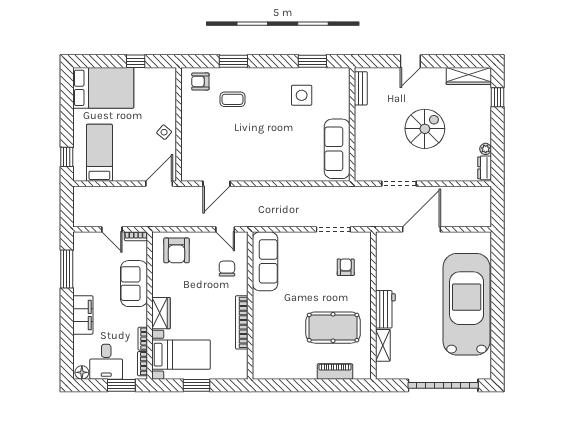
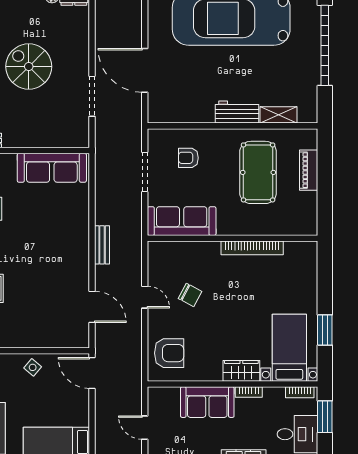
bench: (270, 192) -> (102, 245), added
door: (112, 229) -> (145, 428), swing flipped
door: (225, 229) -> (145, 297), hinge flipped
bookcase: (136, 236) -> (153, 400), removed
sofa: (265, 261) -> (182, 221), moved
chair: (227, 269) -> (190, 295), turned -152
wall: (250, 305) -> (233, 238), moved
bookcase: (242, 322) -> (252, 248), moved
bookcase: (143, 339) -> (249, 392), moved

